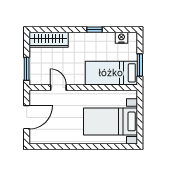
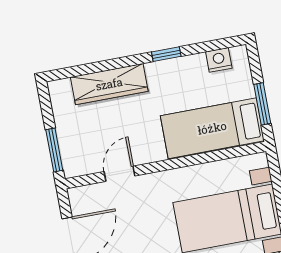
wardrobe: (49, 40) -> (109, 84), moved
door: (58, 88) -> (119, 174), hinge flipped

